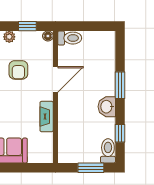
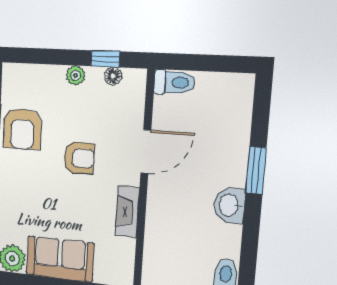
floor lamp: (48, 36) -> (113, 76), moved
armchair: (18, 70) -> (79, 158), moved, turned -90
window: (120, 133) -> (249, 253), removed

